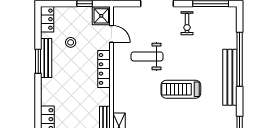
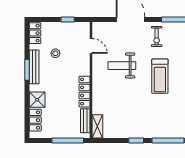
shower: (101, 16) -> (37, 100), moved
locker: (104, 69) -> (85, 92), moved
treadmill: (181, 89) -> (160, 76), moved, turned -90

